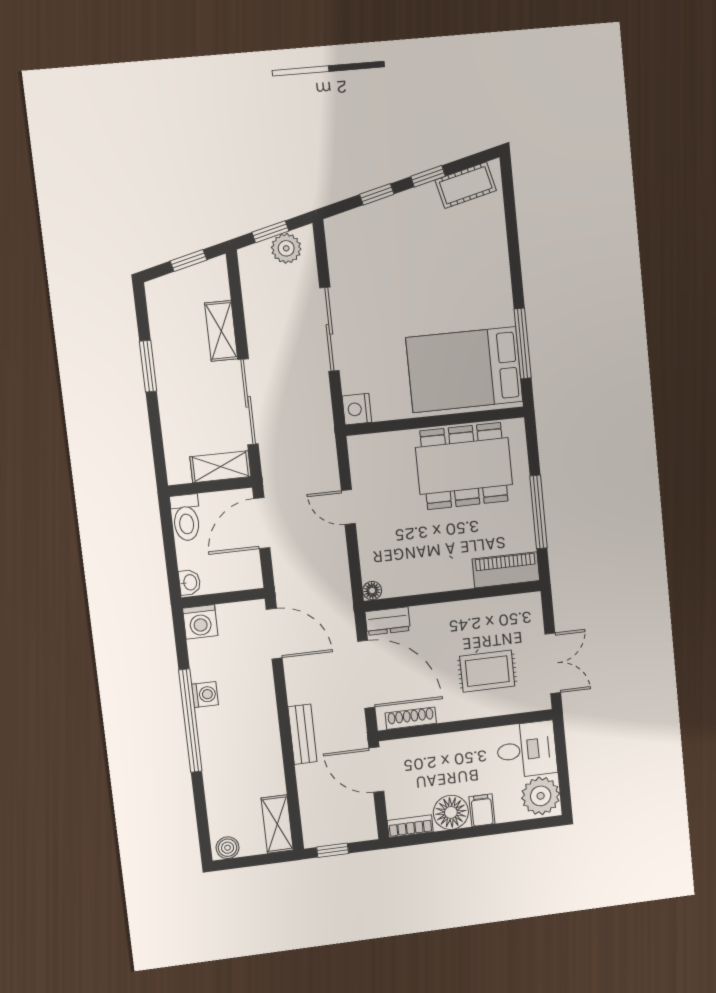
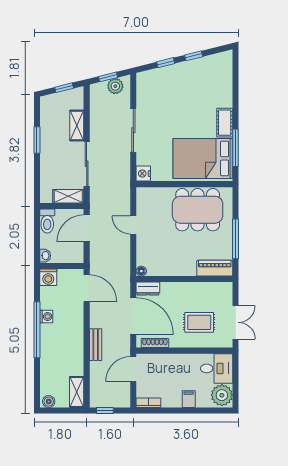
cot: (466, 185) -> (225, 123), moved, turned -76
door: (376, 770) -> (133, 369), hinge flipped
floor lamp: (451, 812) -> (171, 398), removed

